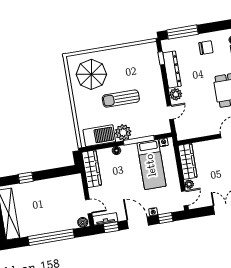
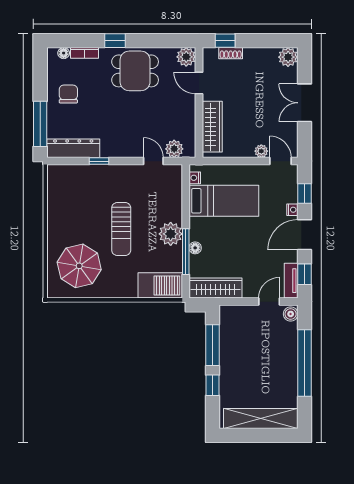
window: (161, 58) -> (99, 161), moved
dresser: (172, 70) -> (73, 148), moved
plant: (176, 94) -> (174, 149), moved
barbecue: (99, 136) -> (160, 285), moved, turned 90
window: (139, 140) -> (186, 252), moved
wardrobe: (188, 161) -> (212, 127), moved, turned 90
window: (53, 173) -> (212, 345), added

